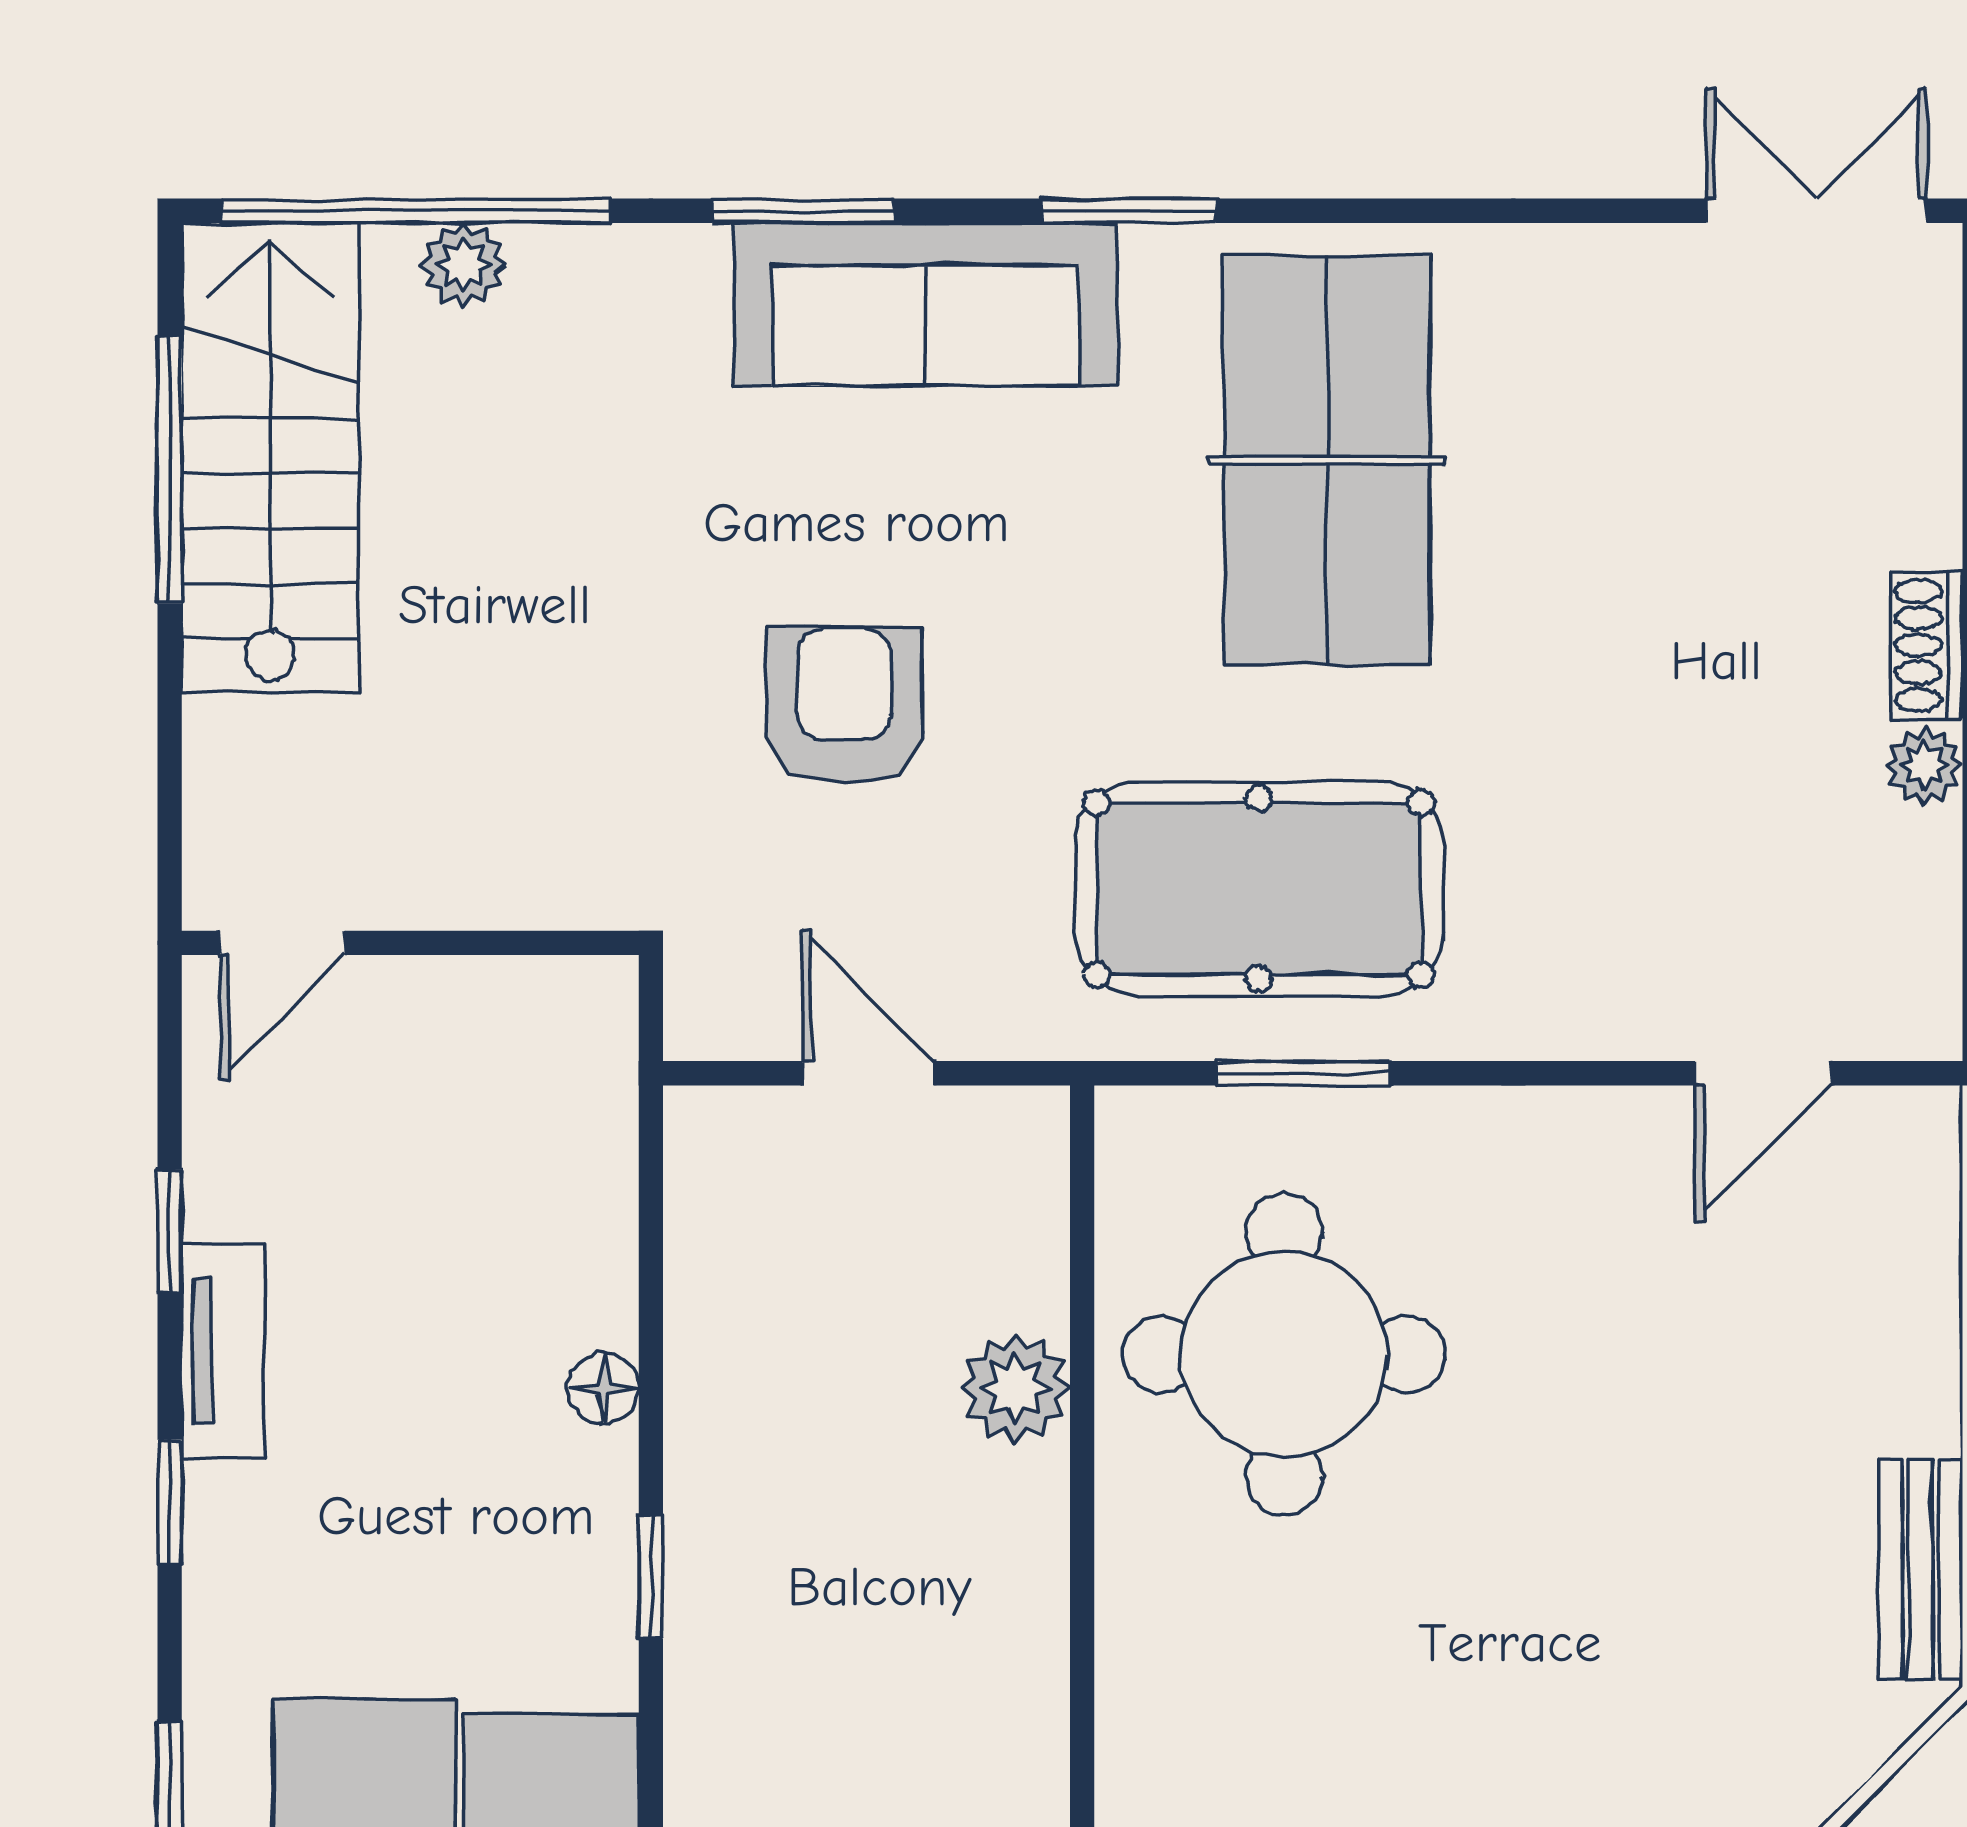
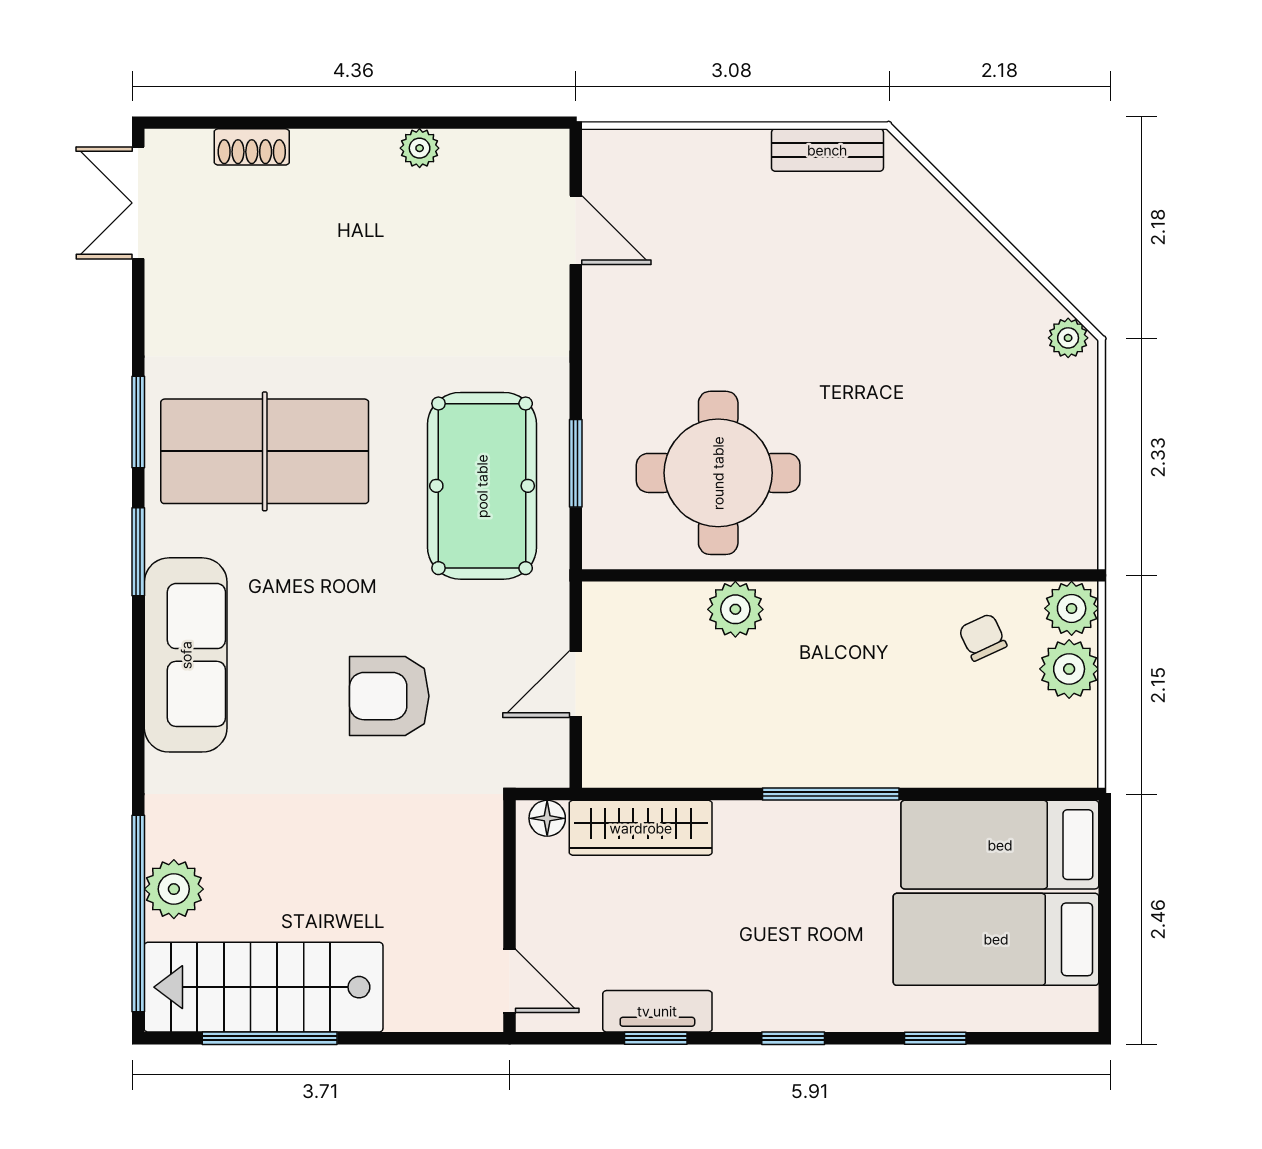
window: (803, 211) -> (138, 422), moved
plant: (464, 265) -> (174, 889), width x1.38, depth x1.38
shoe rack: (1927, 645) -> (252, 147), moved
wardrobe: (585, 1201) -> (641, 828), added
tv unit: (223, 1351) -> (657, 1011), moved
floor lamp: (603, 1389) -> (547, 818), moved
window: (651, 1576) -> (831, 794), width x2.17

